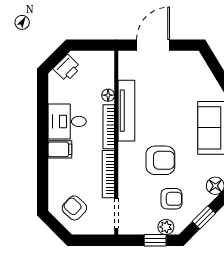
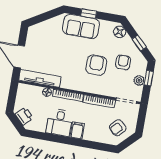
tv unit: (126, 111) -> (40, 78), moved
plant: (166, 227) -> (139, 80), moved

